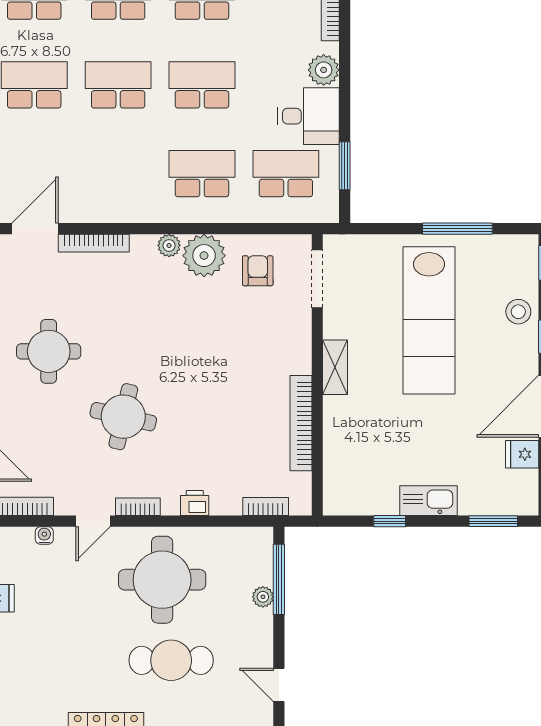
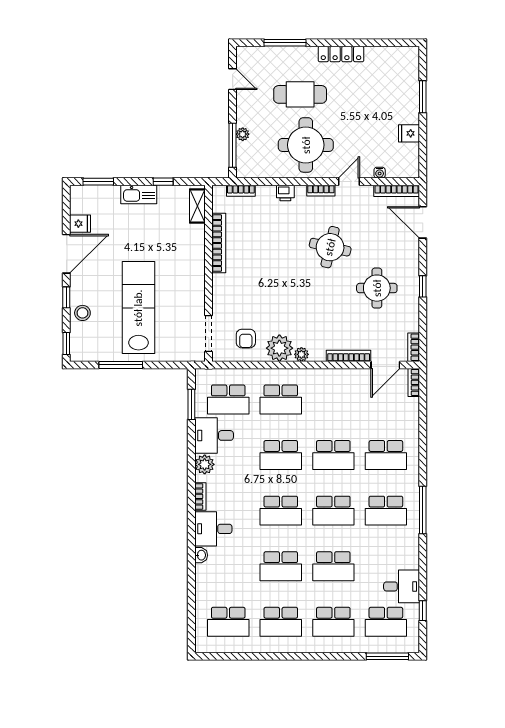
shelving: (335, 367) -> (197, 206), moved

